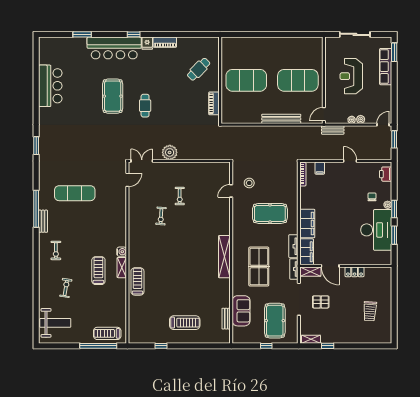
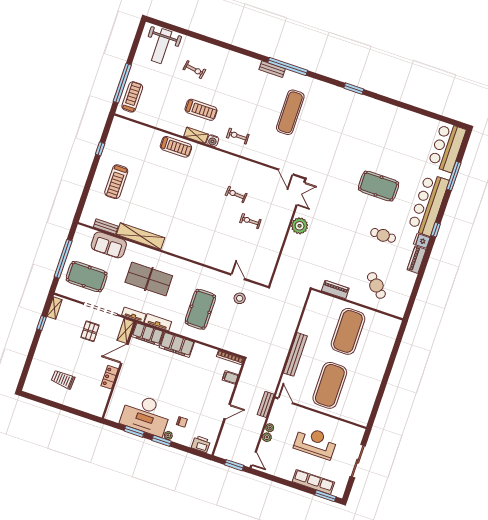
window: (82, 34) -> (454, 176), width x1.44
bar counter: (50, 86) -> (447, 147), moved, turned 90
cafe table: (145, 106) -> (383, 235), moved
exercise bike: (56, 250) -> (238, 136), moved
shelving: (224, 257) -> (141, 236), moved
window: (266, 346) -> (63, 259), width x3.17

